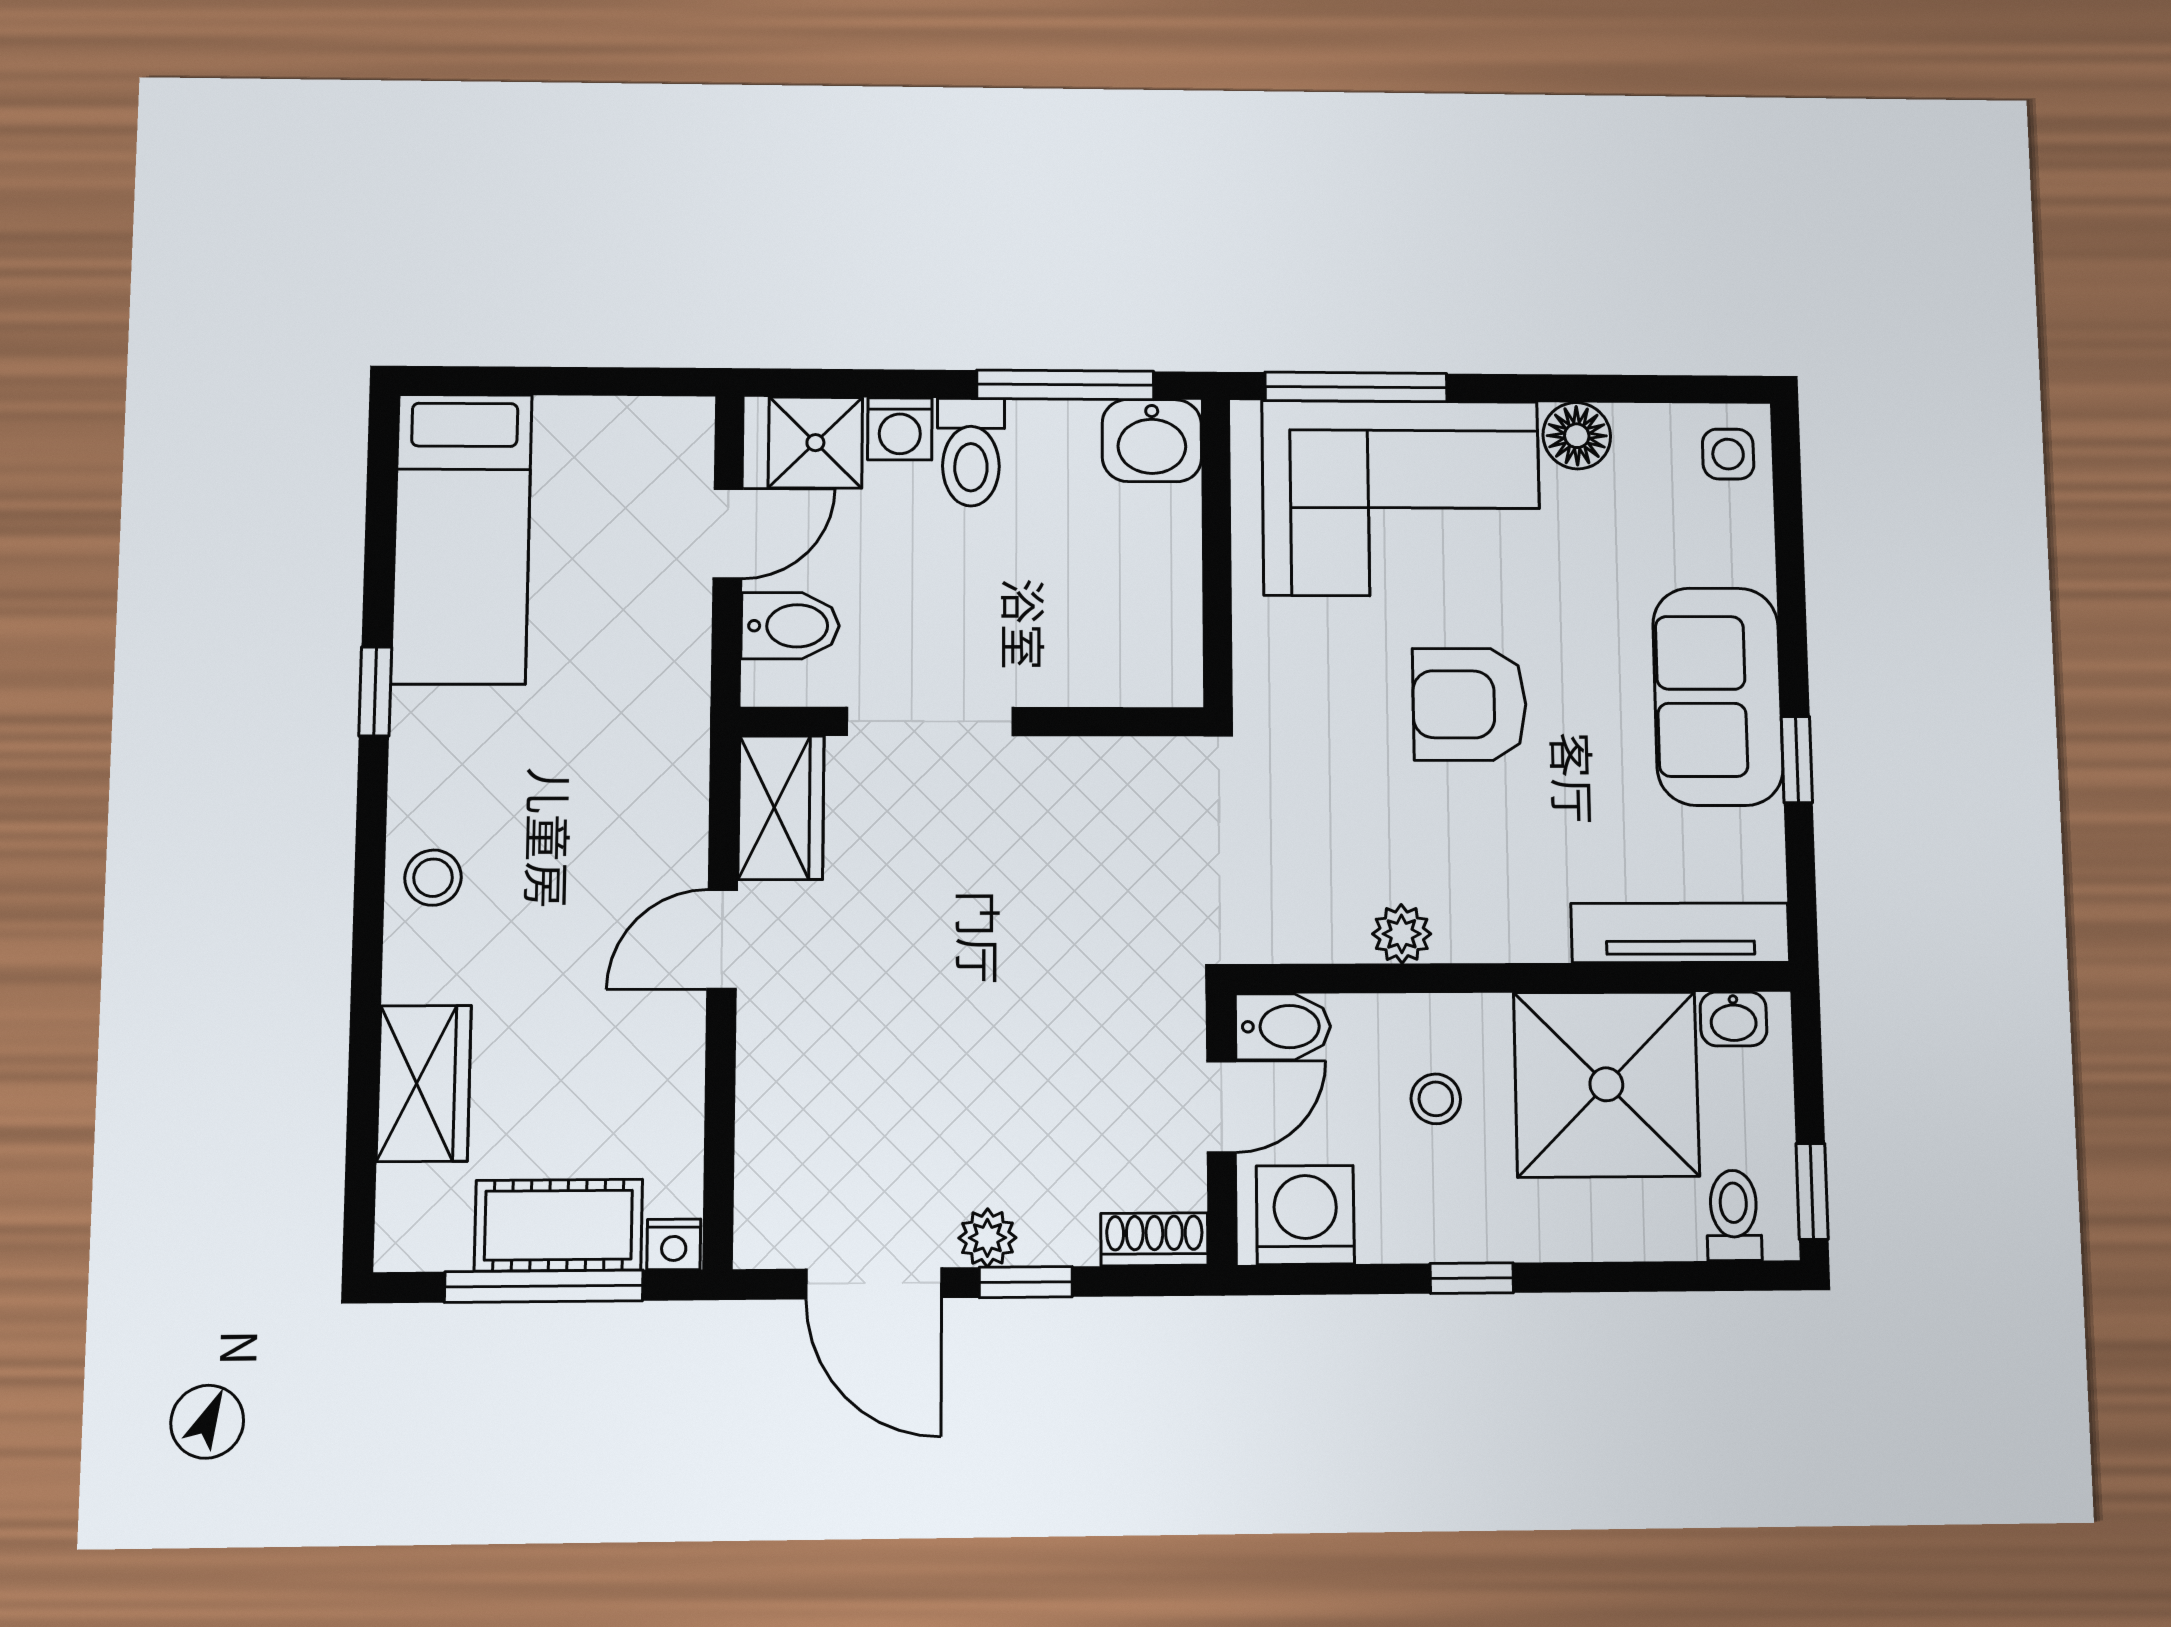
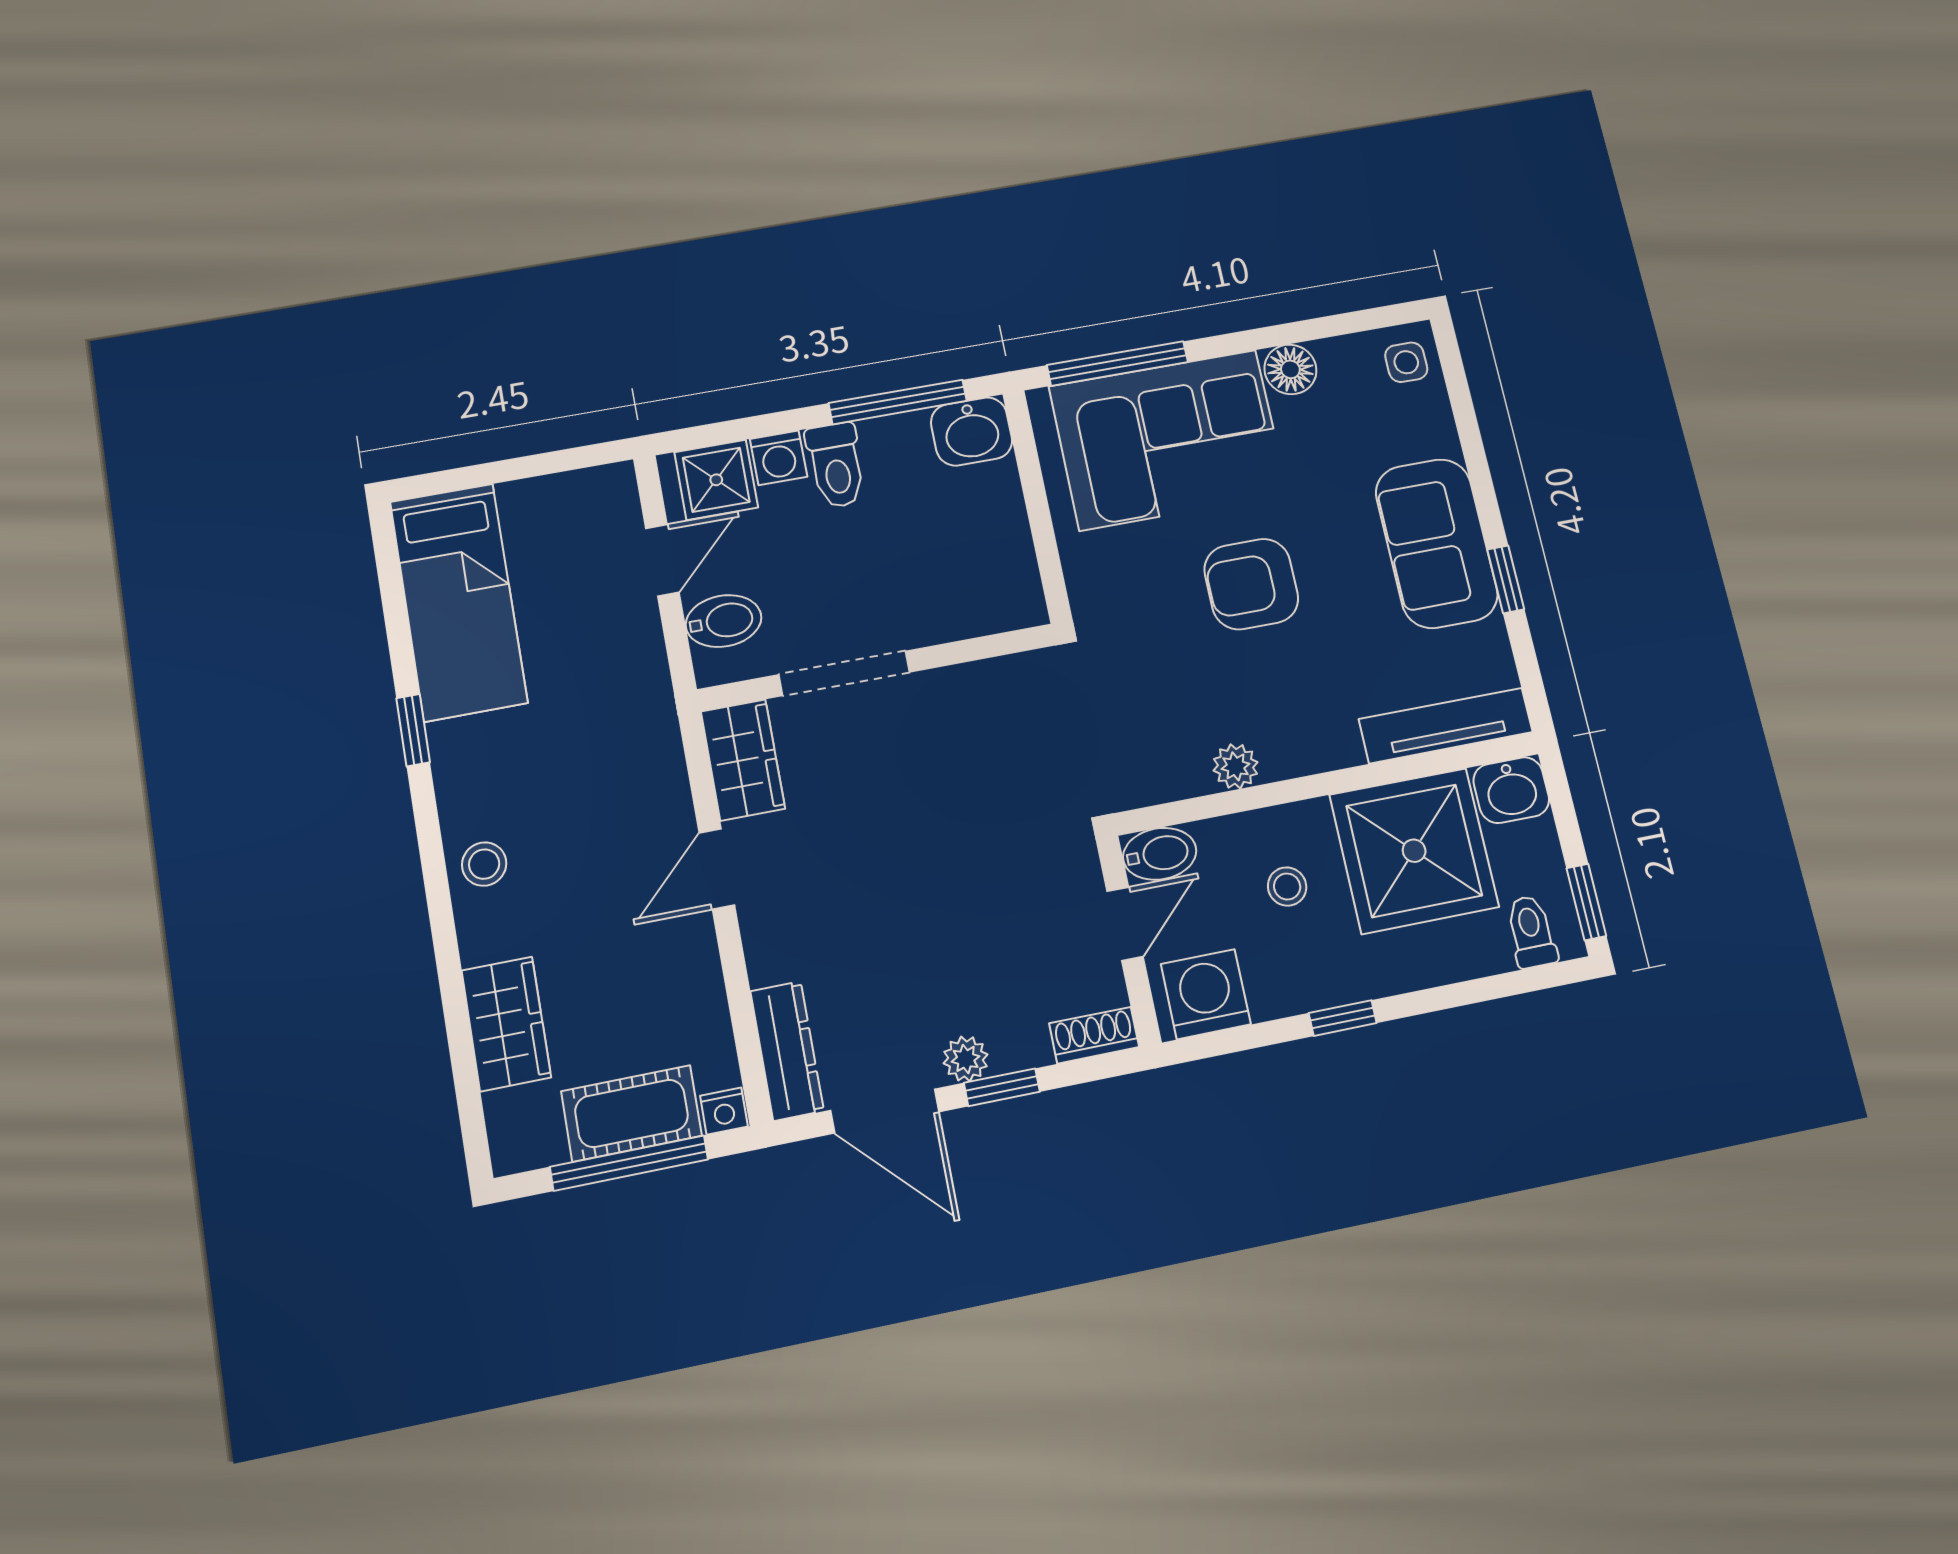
washbasin: (1734, 1019) -> (1511, 790), width x1.38, depth x1.45
dresser: (766, 1185) -> (787, 1051), added

